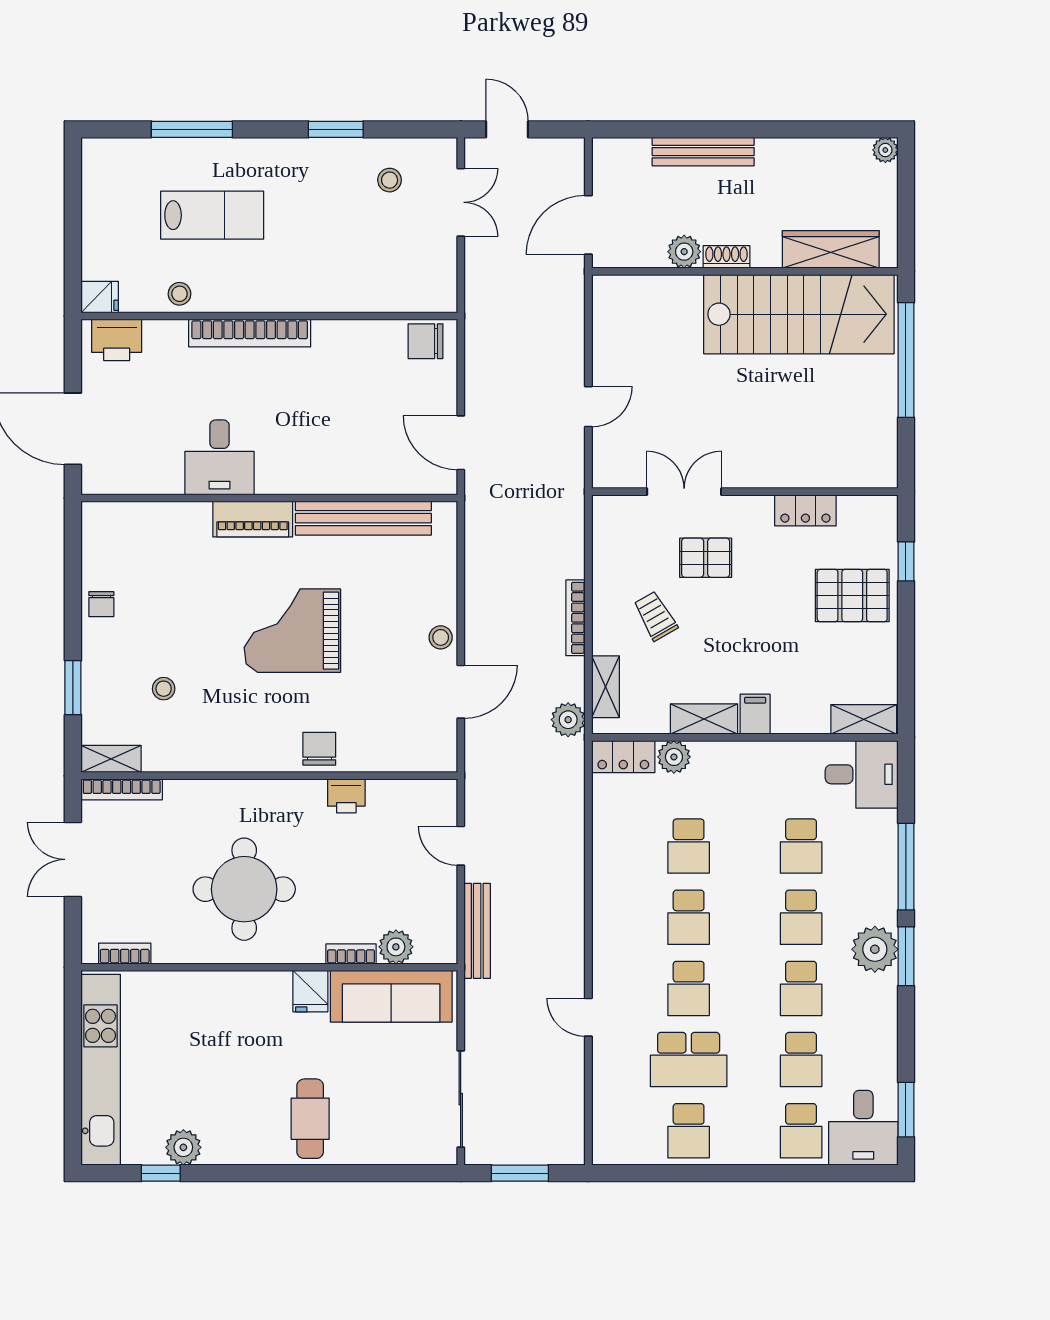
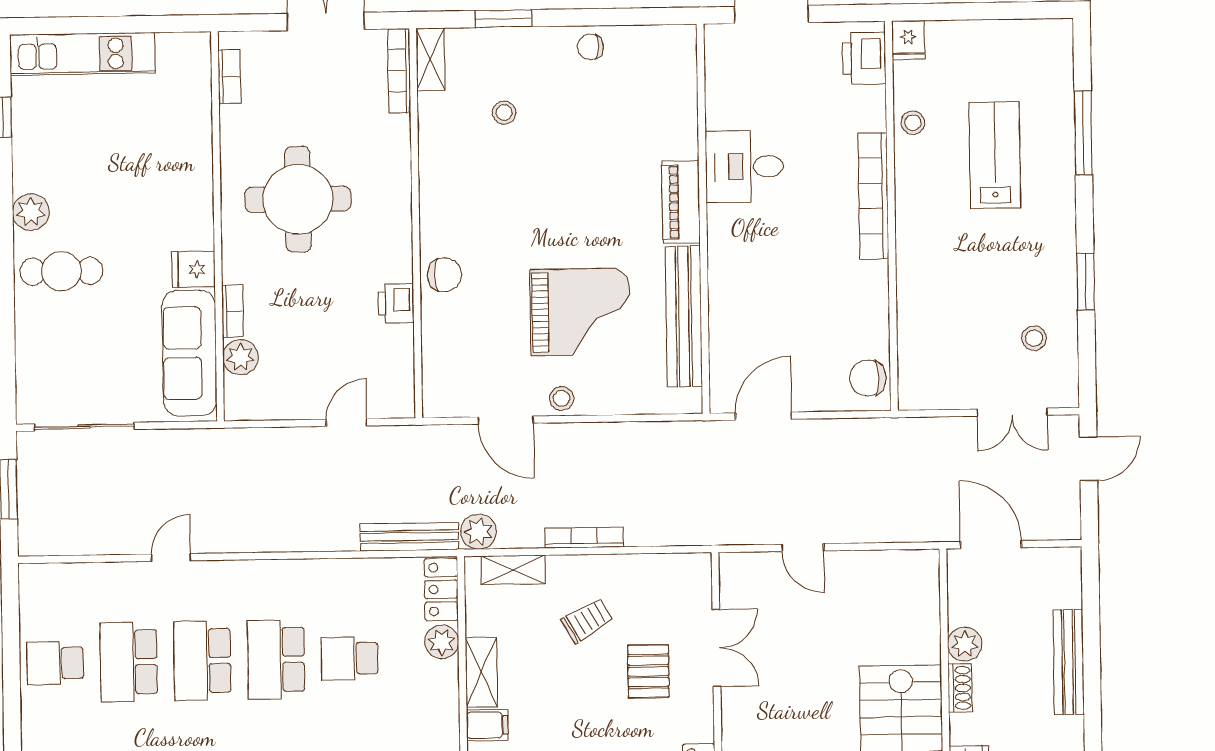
lab bench: (212, 215) -> (995, 155), turned 180
chair: (426, 341) -> (868, 378), turned -90
grand piano: (292, 631) -> (580, 312), moved, turned 90
school desk: (689, 917) -> (276, 660), width x1.85
bench: (477, 931) -> (409, 537), moved
school desk: (689, 988) -> (202, 661), width x1.85
kitchen unit: (101, 1070) -> (82, 54), width x0.73
plant: (183, 1147) -> (31, 212), moved

